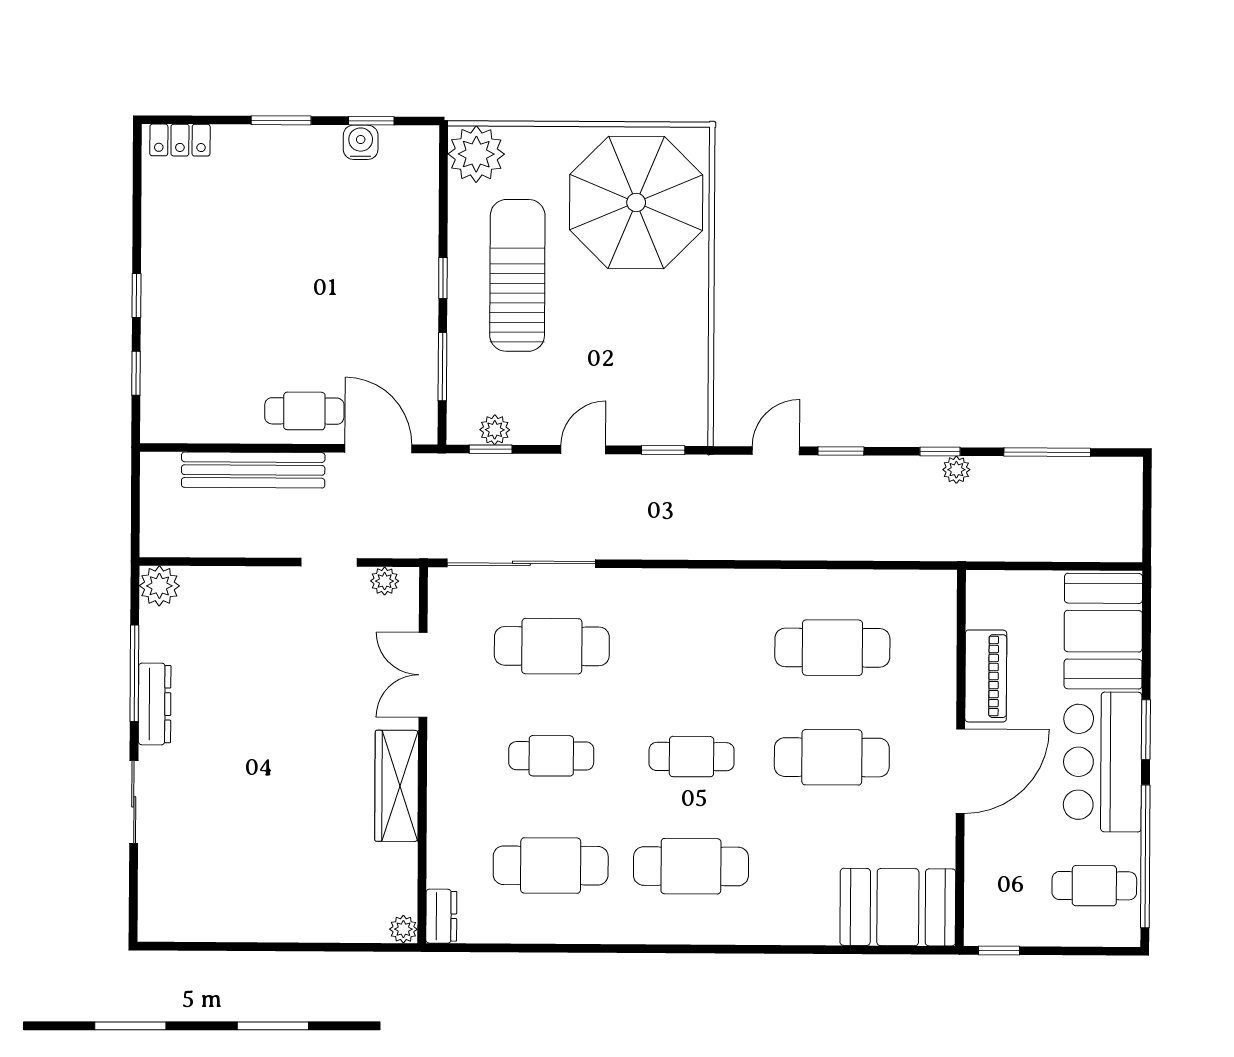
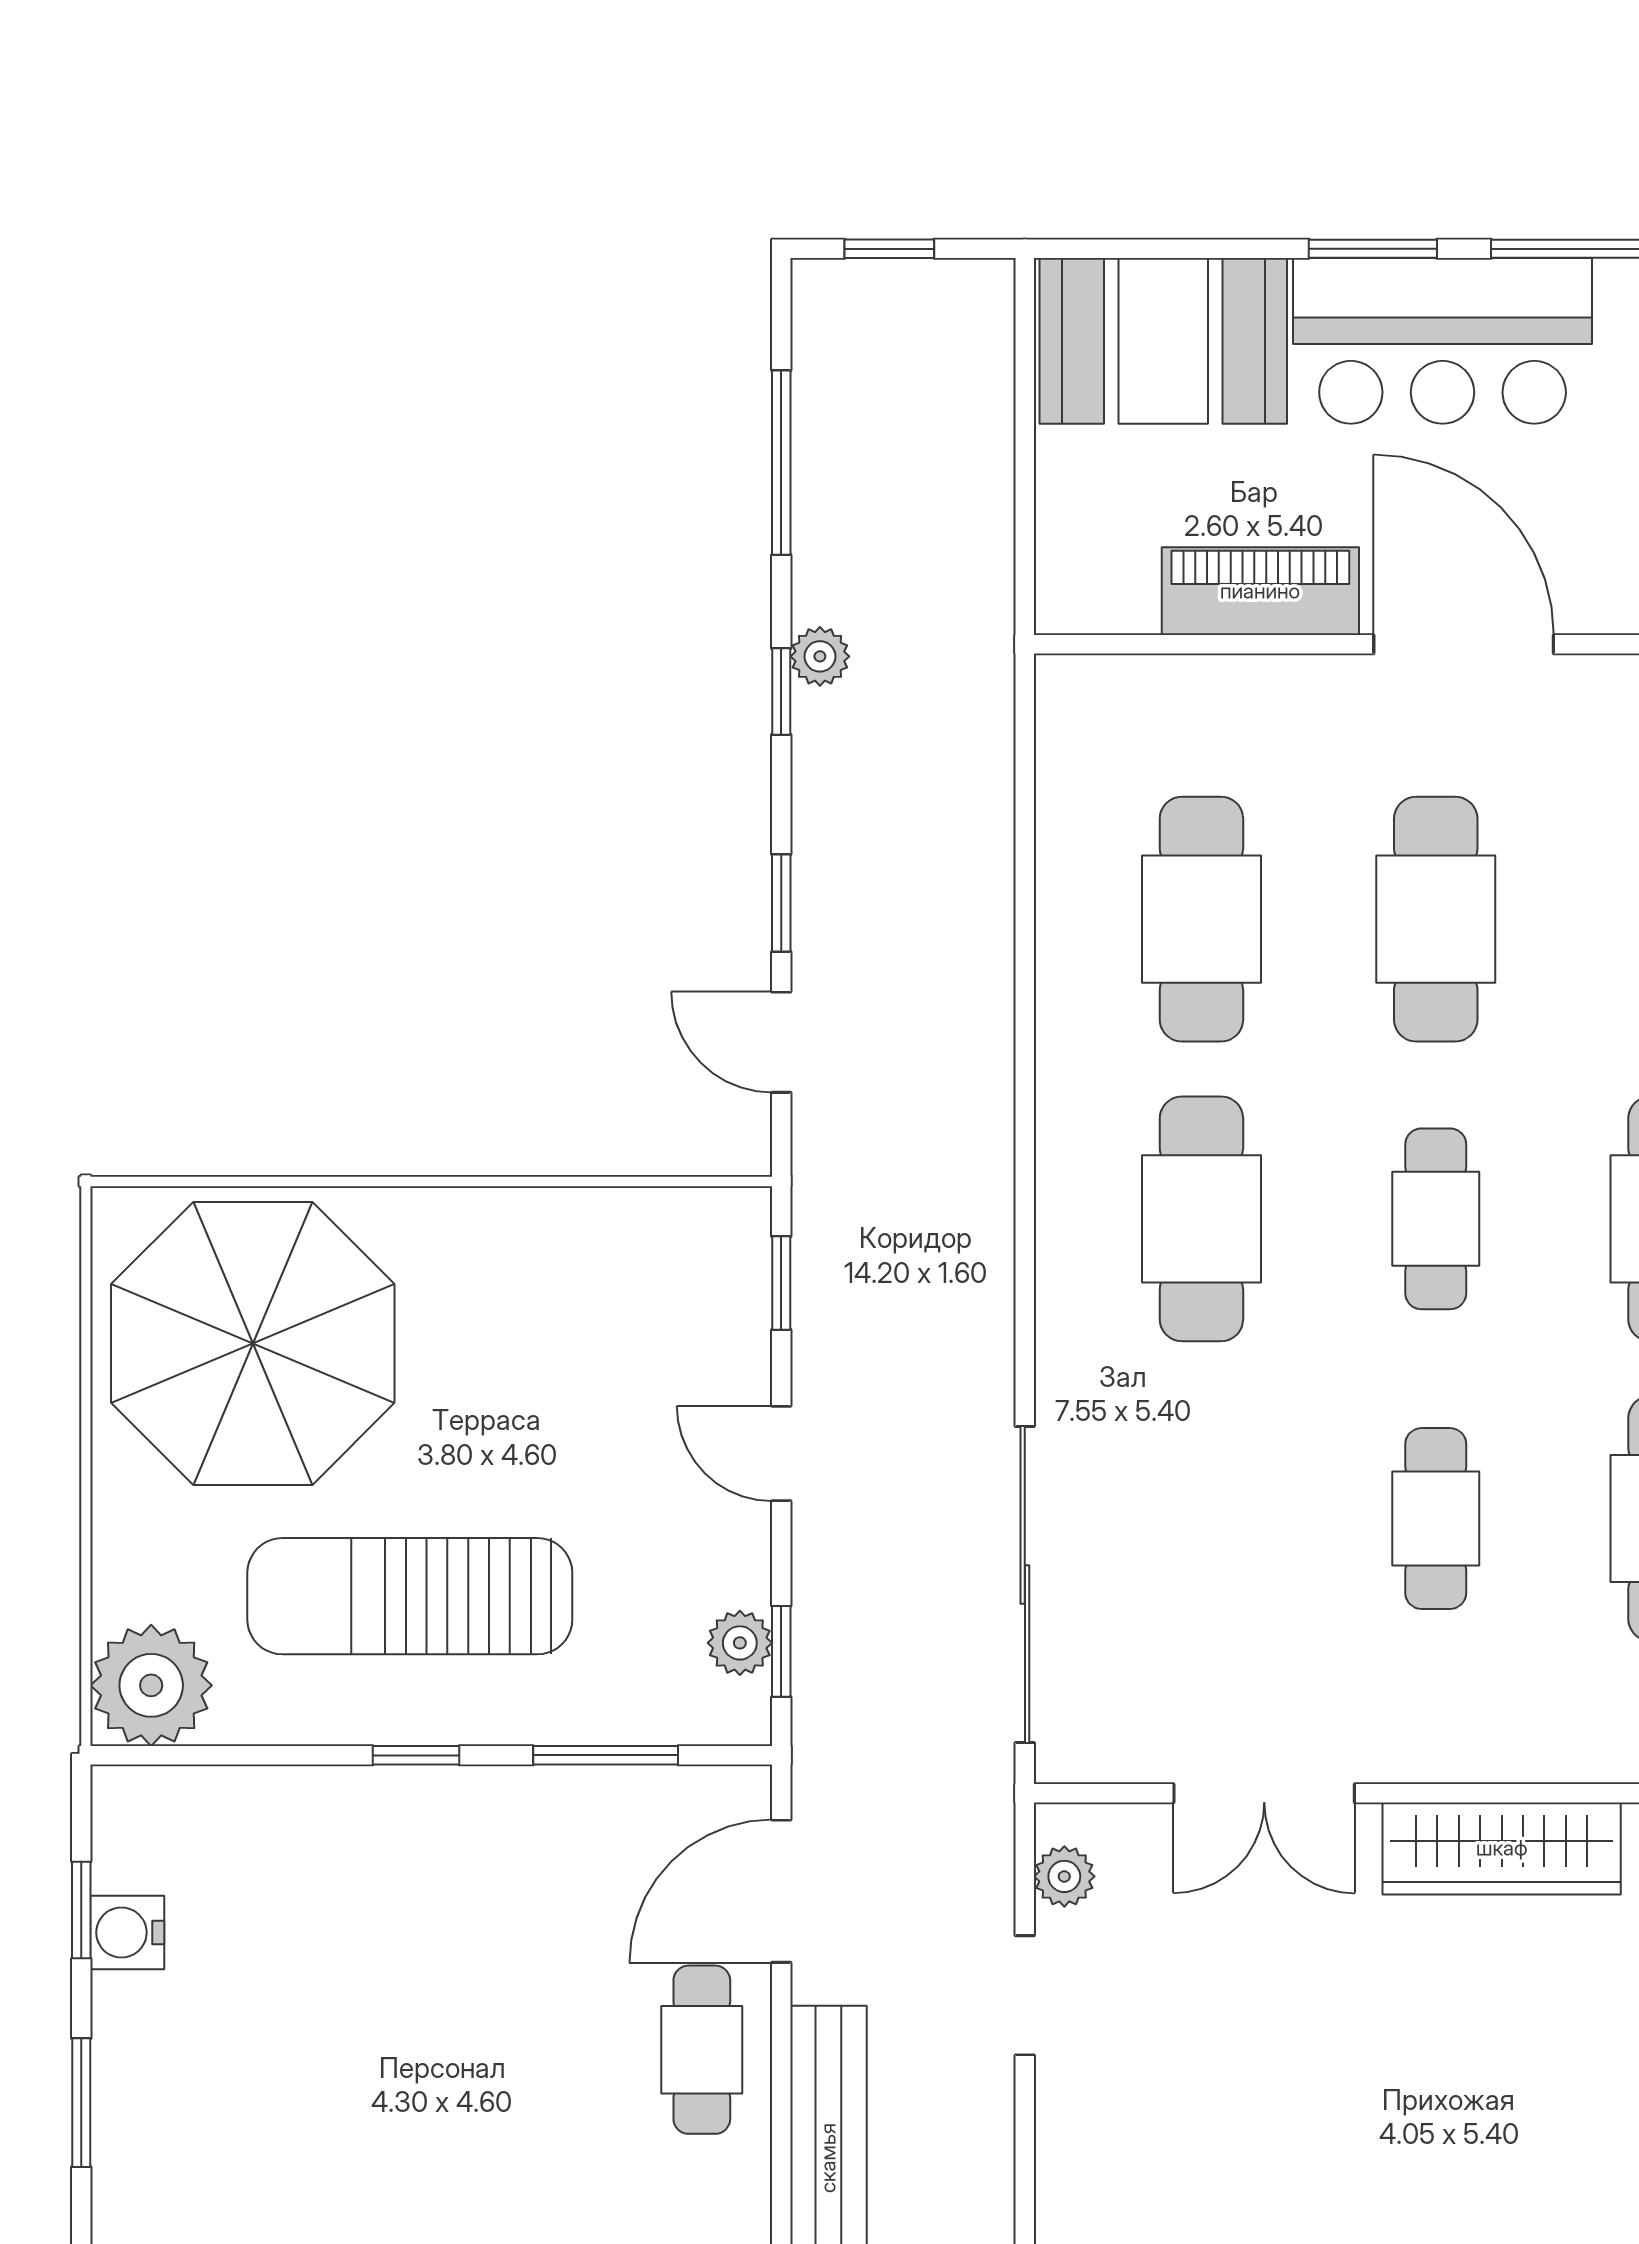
window: (1147, 503) -> (889, 249), added
cafe table: (552, 646) -> (1201, 1219), moved

